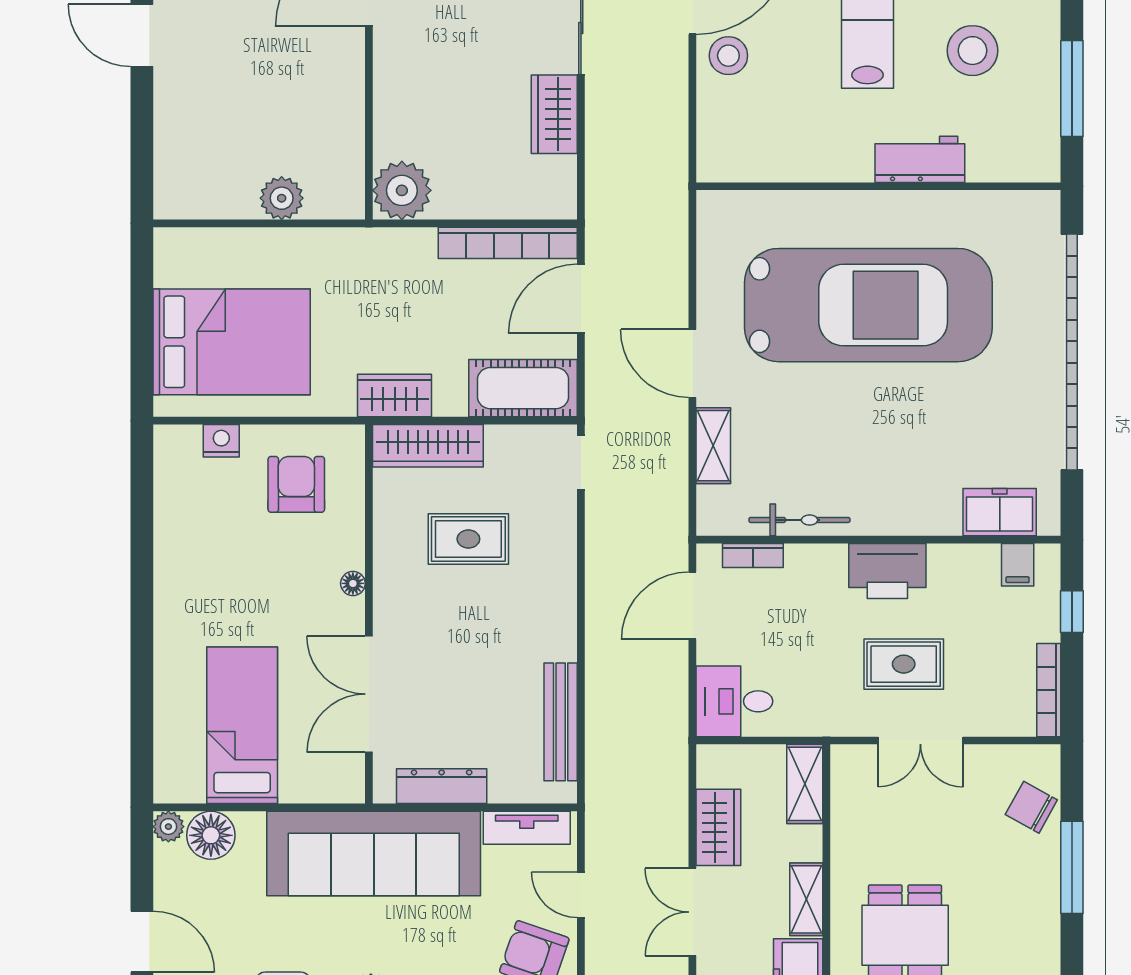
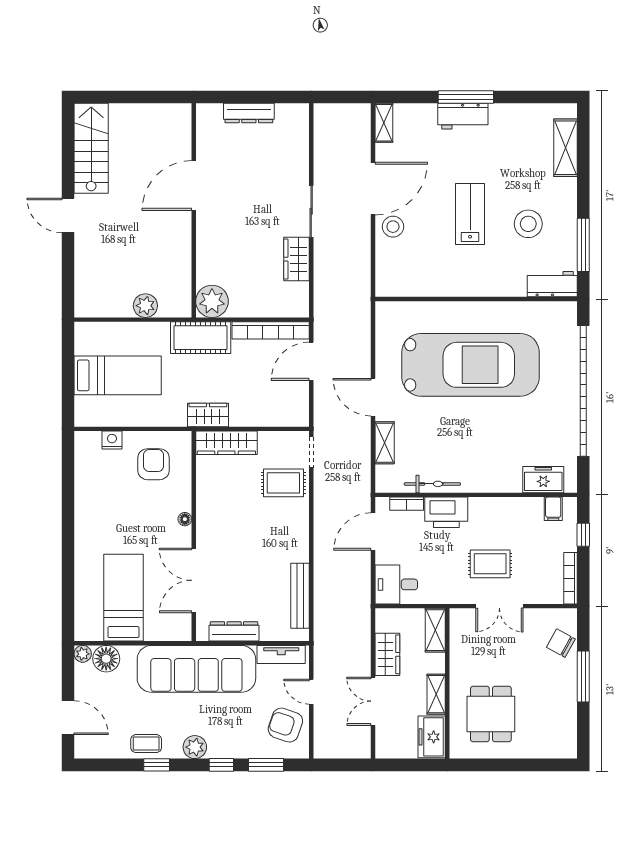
workbench: (920, 159) -> (552, 284), moved
bed: (232, 342) -> (118, 375), width x0.67
cot: (523, 388) -> (201, 338), moved
rug: (468, 539) -> (283, 483), moved
printer: (887, 571) -> (446, 512), moved

